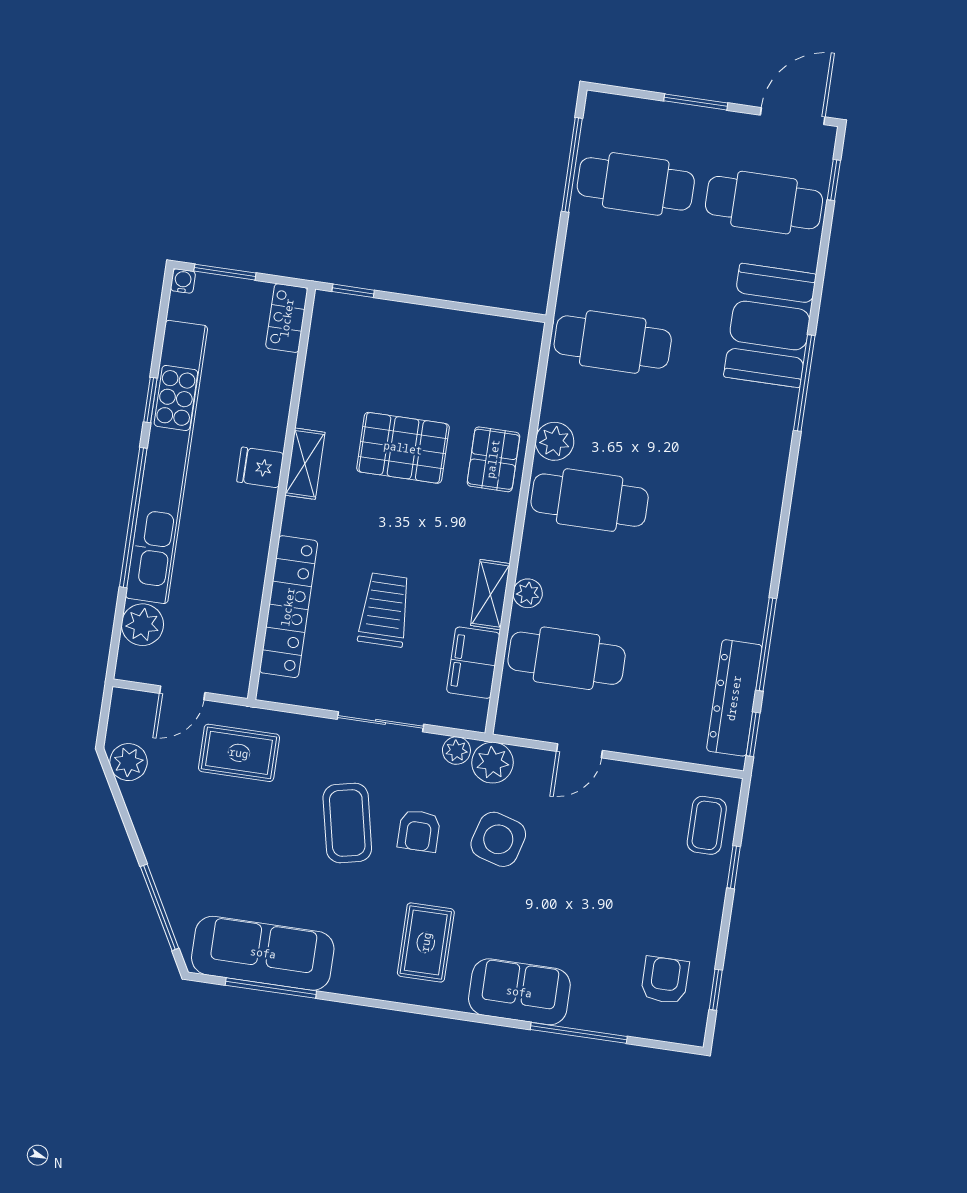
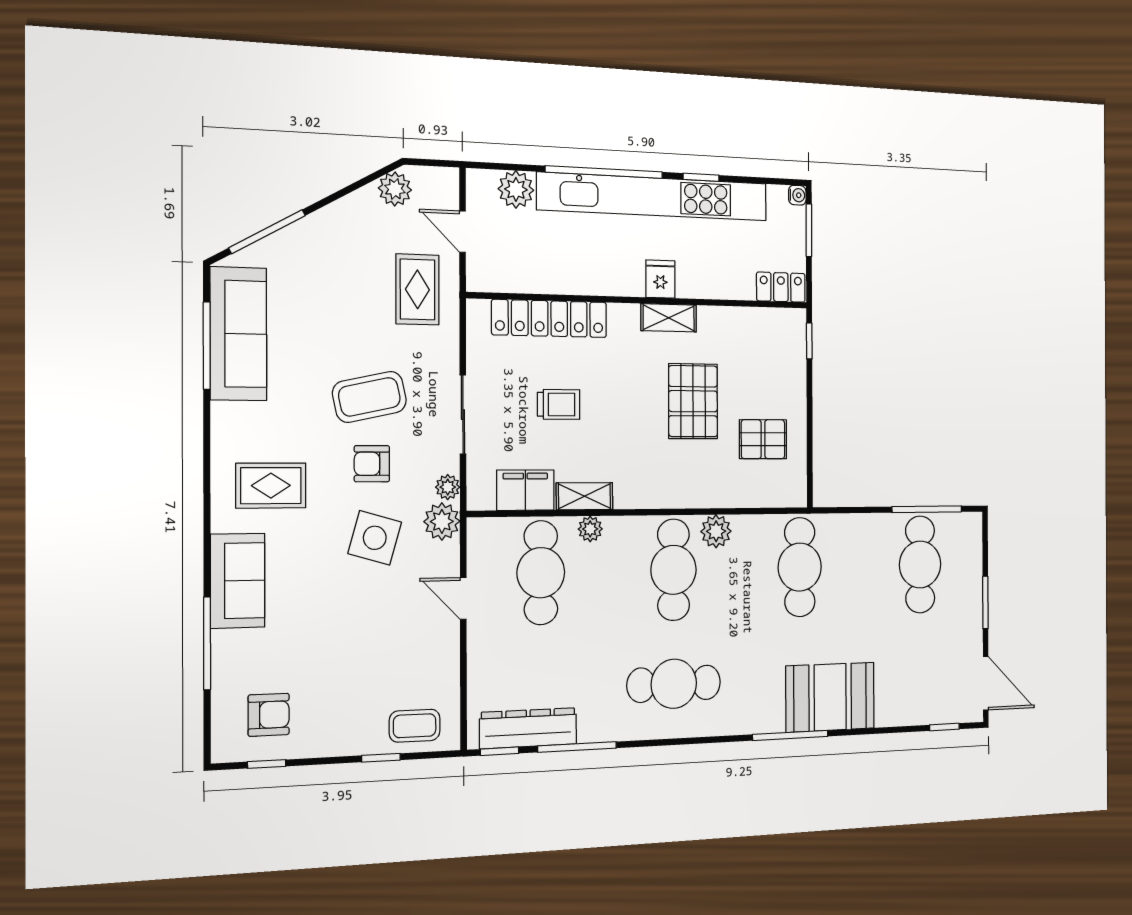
cafe table: (764, 203) -> (674, 684), moved, turned 90
pallet: (493, 459) -> (763, 439), moved
trolley: (385, 610) -> (559, 404), width x0.73, depth x0.72

